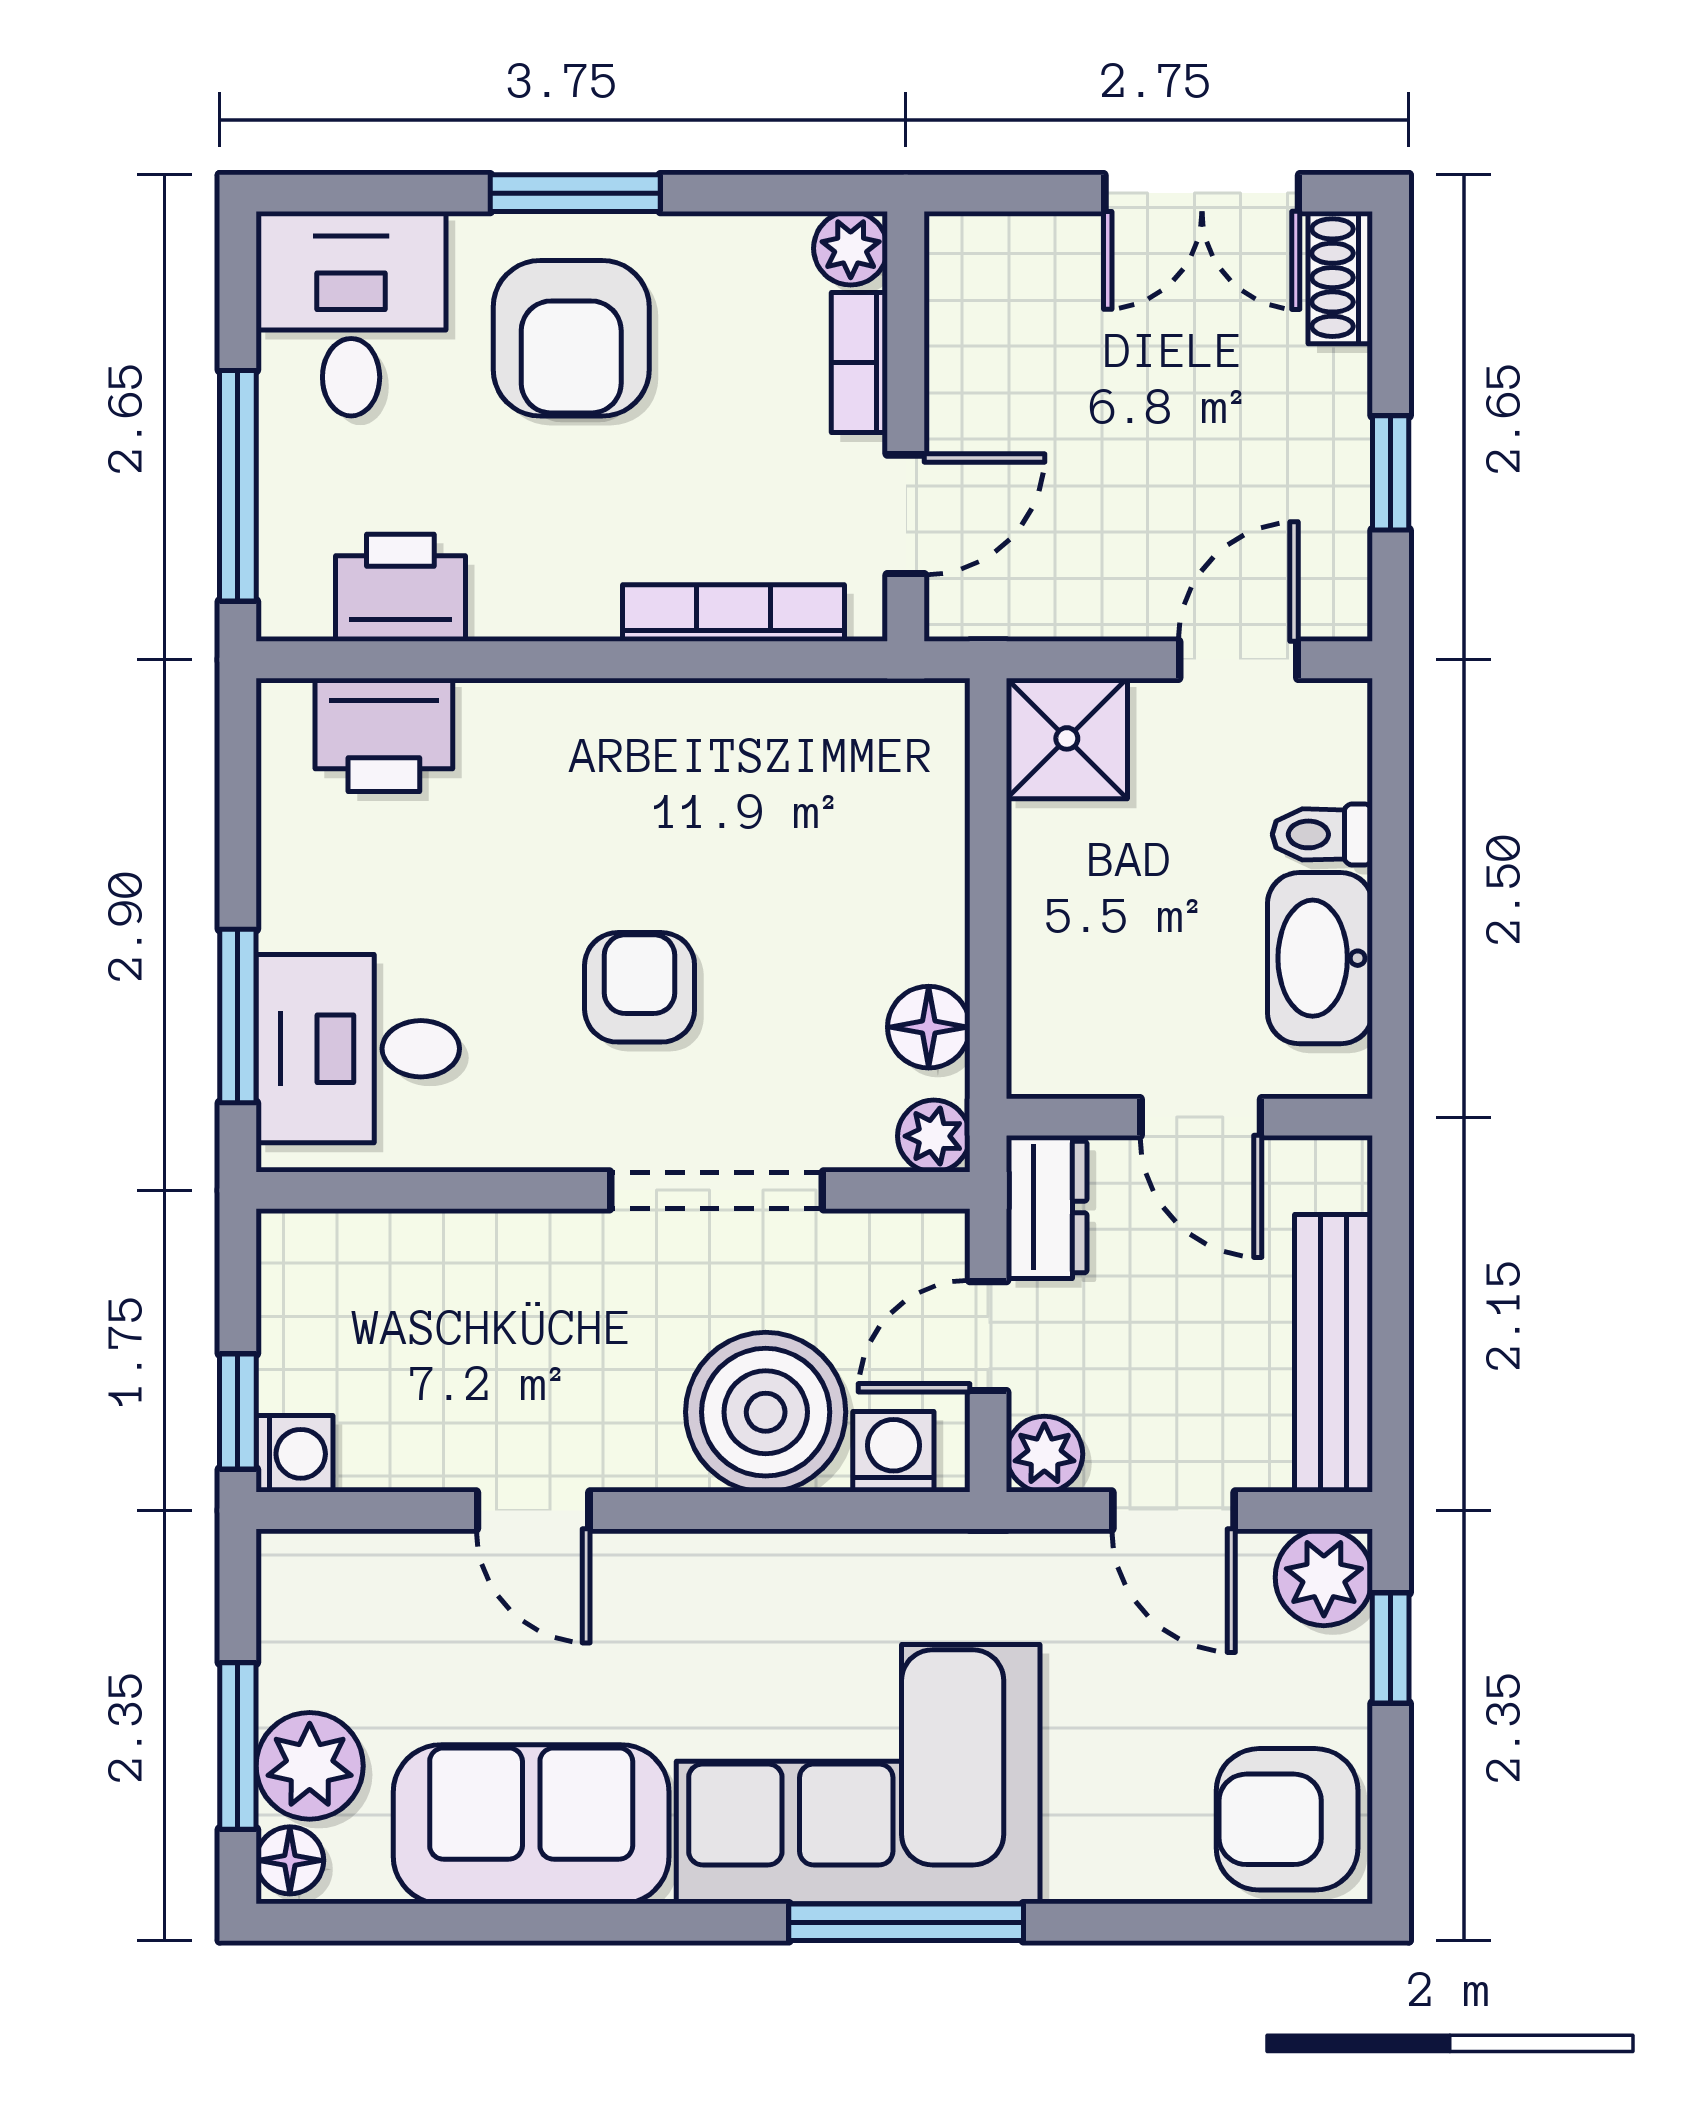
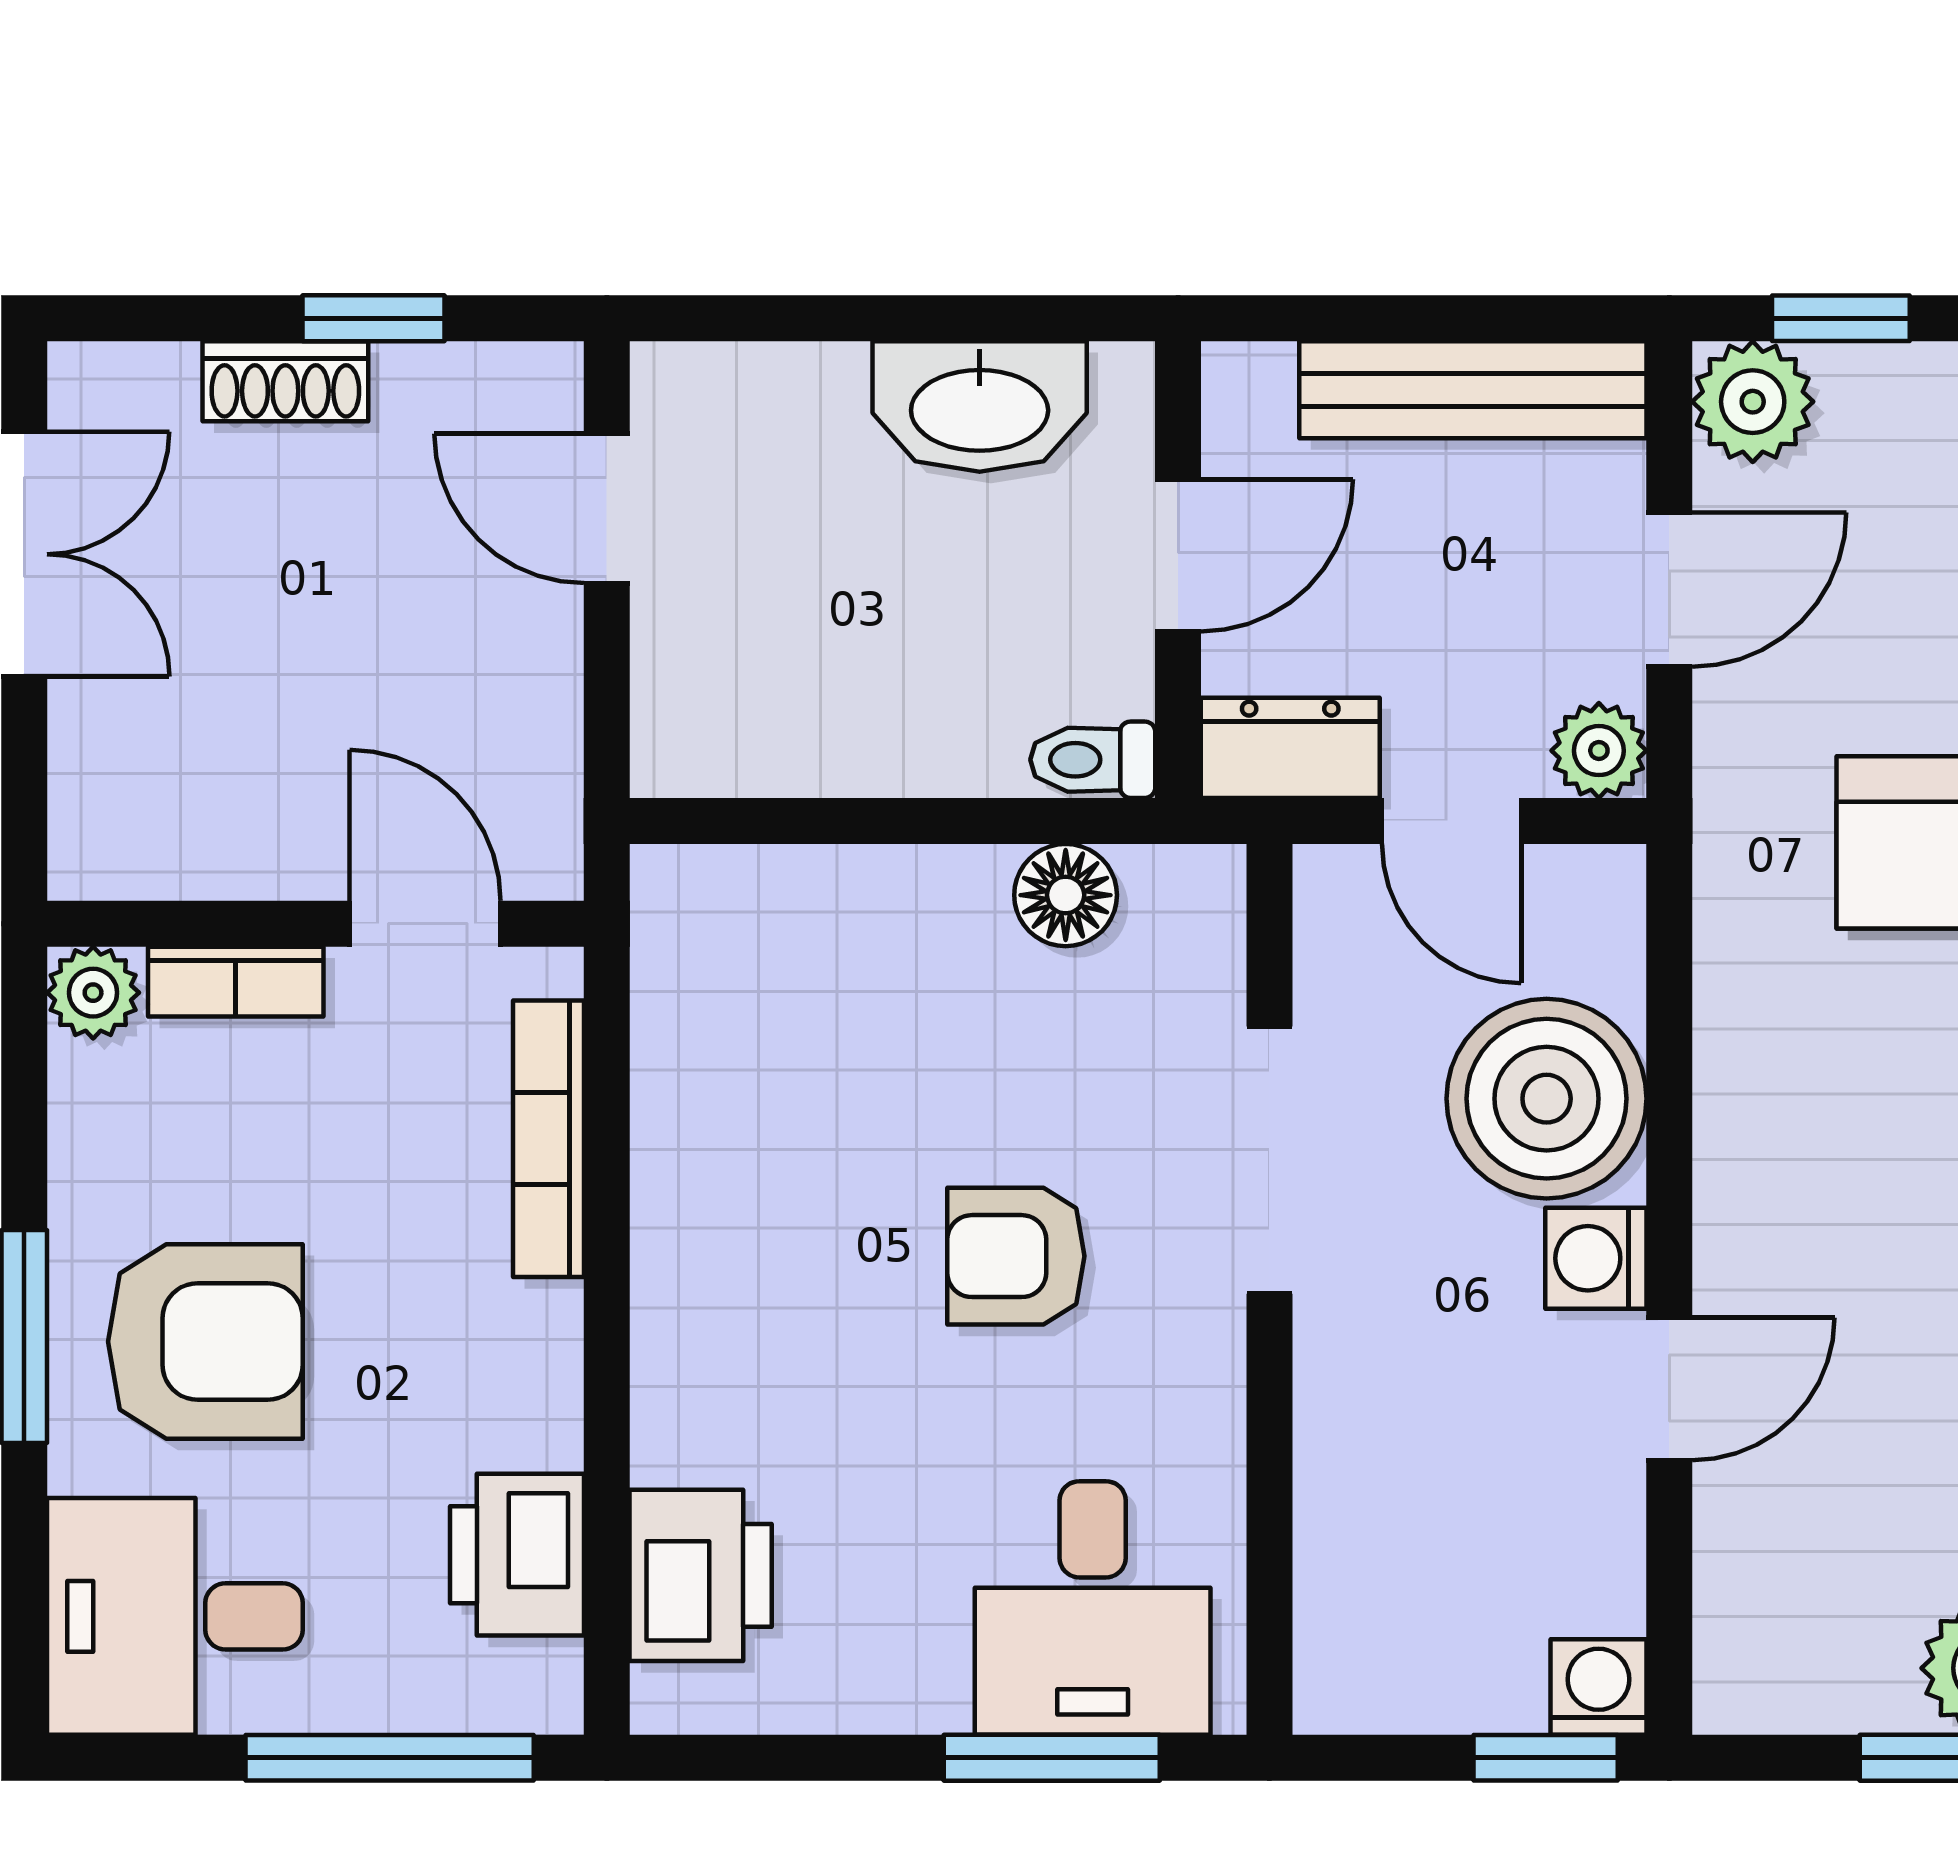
shoe rack: (1340, 278) -> (285, 381), moved
shower: (1067, 738) -> (705, 723), removed
toilet: (1322, 834) -> (1093, 760), moved, turned 90
plant: (934, 1136) -> (1202, 889), removed
washing machine: (893, 1452) -> (1596, 1258), moved

